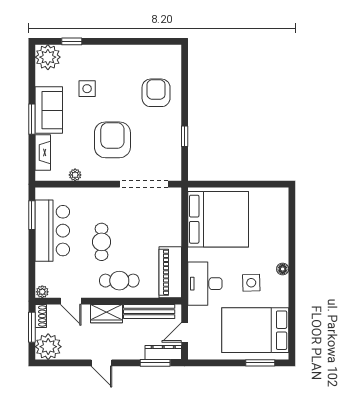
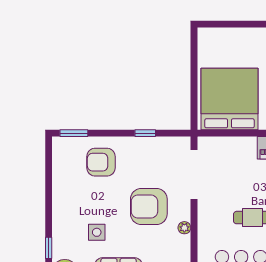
window: (185, 66) -> (74, 133), added
plant: (75, 175) -> (184, 228), moved

